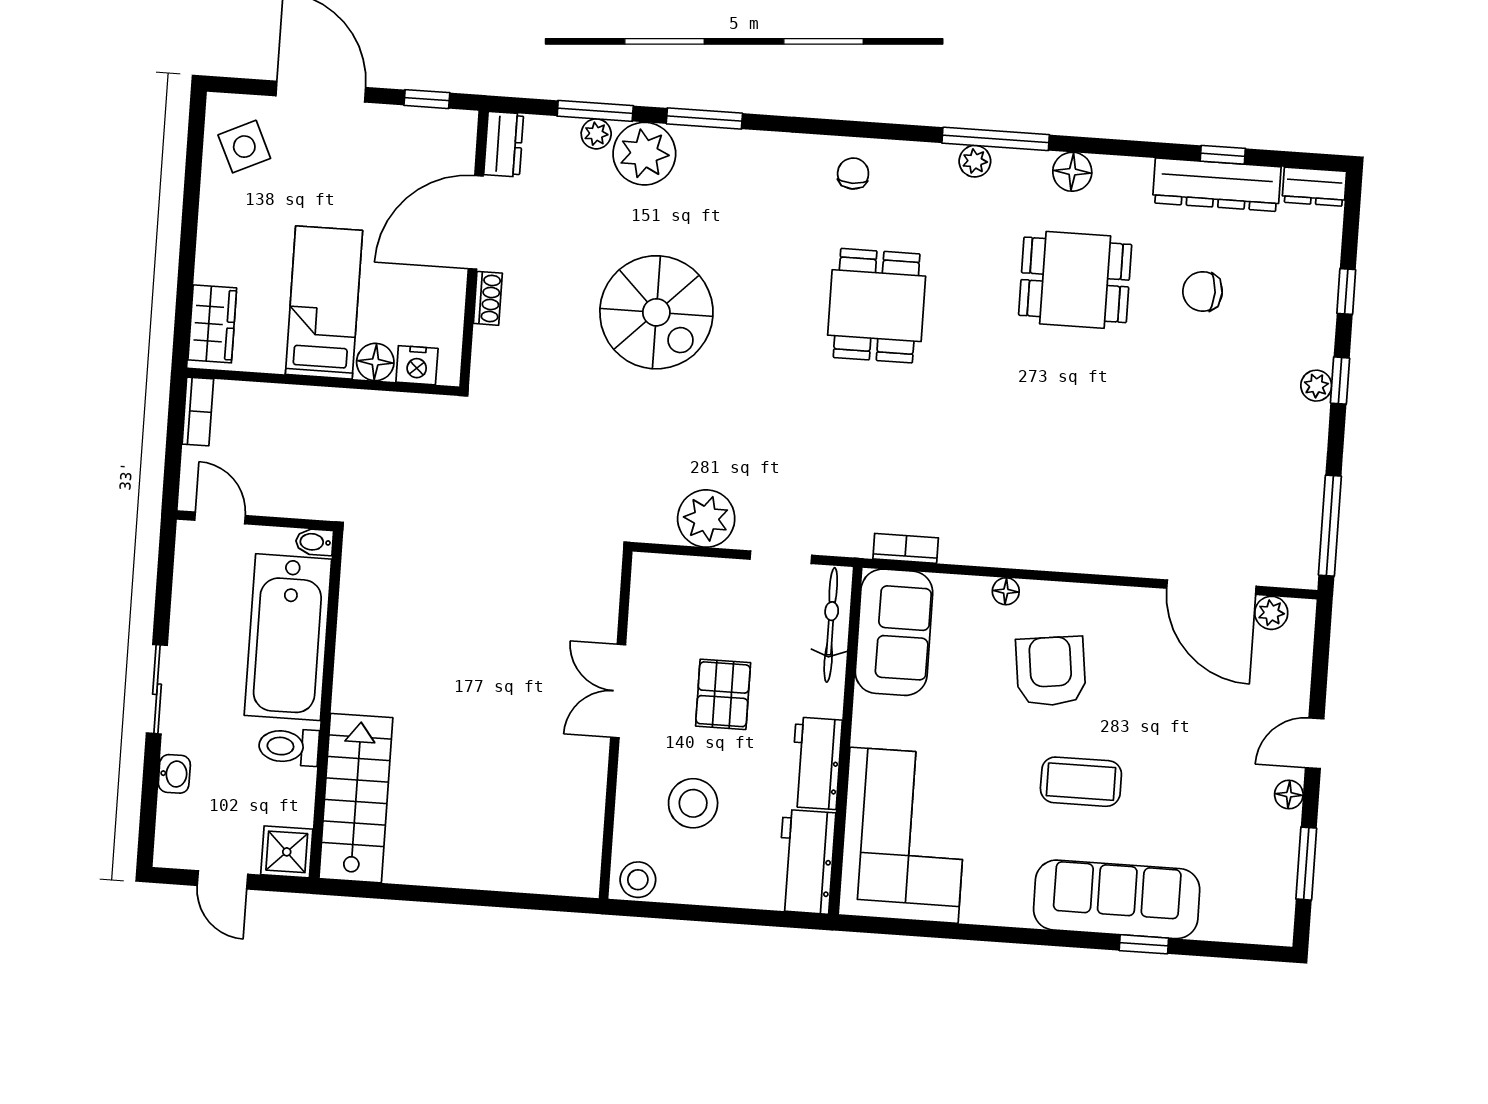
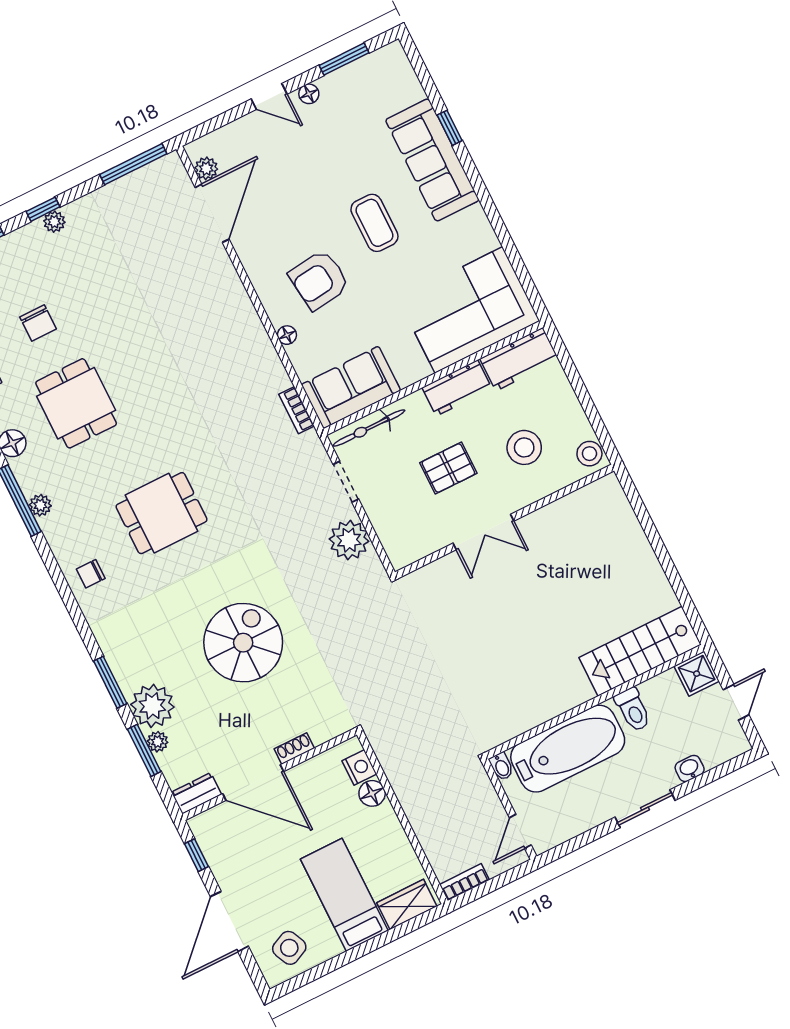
bed: (324, 302) -> (344, 895), moved, turned 90

